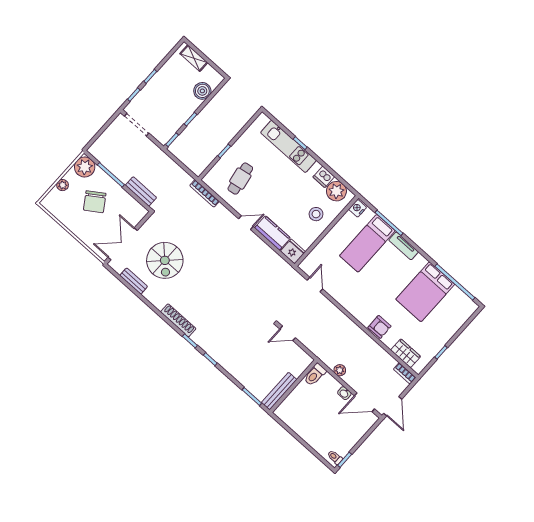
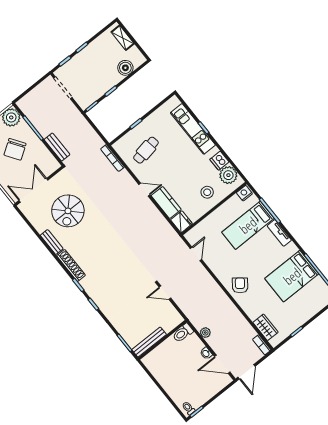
bench: (134, 281) -> (52, 242), moved
armchair: (379, 327) -> (240, 285), moved, turned -141

